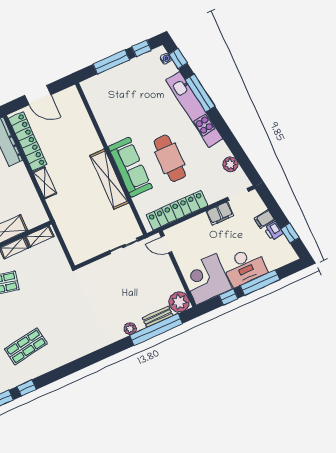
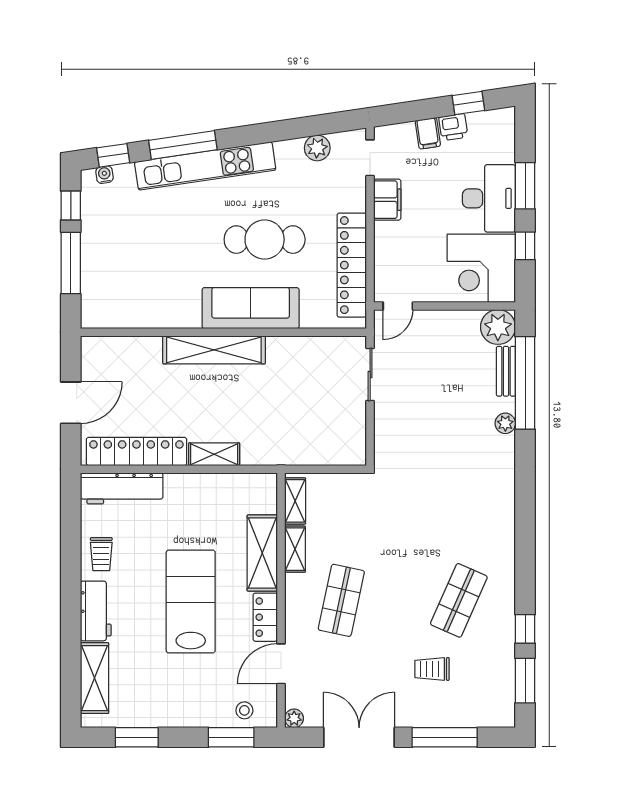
shelving: (109, 179) -> (214, 350), moved
window: (260, 283) -> (525, 186), width x0.69
shop shelf: (26, 346) -> (459, 600), turned 33

